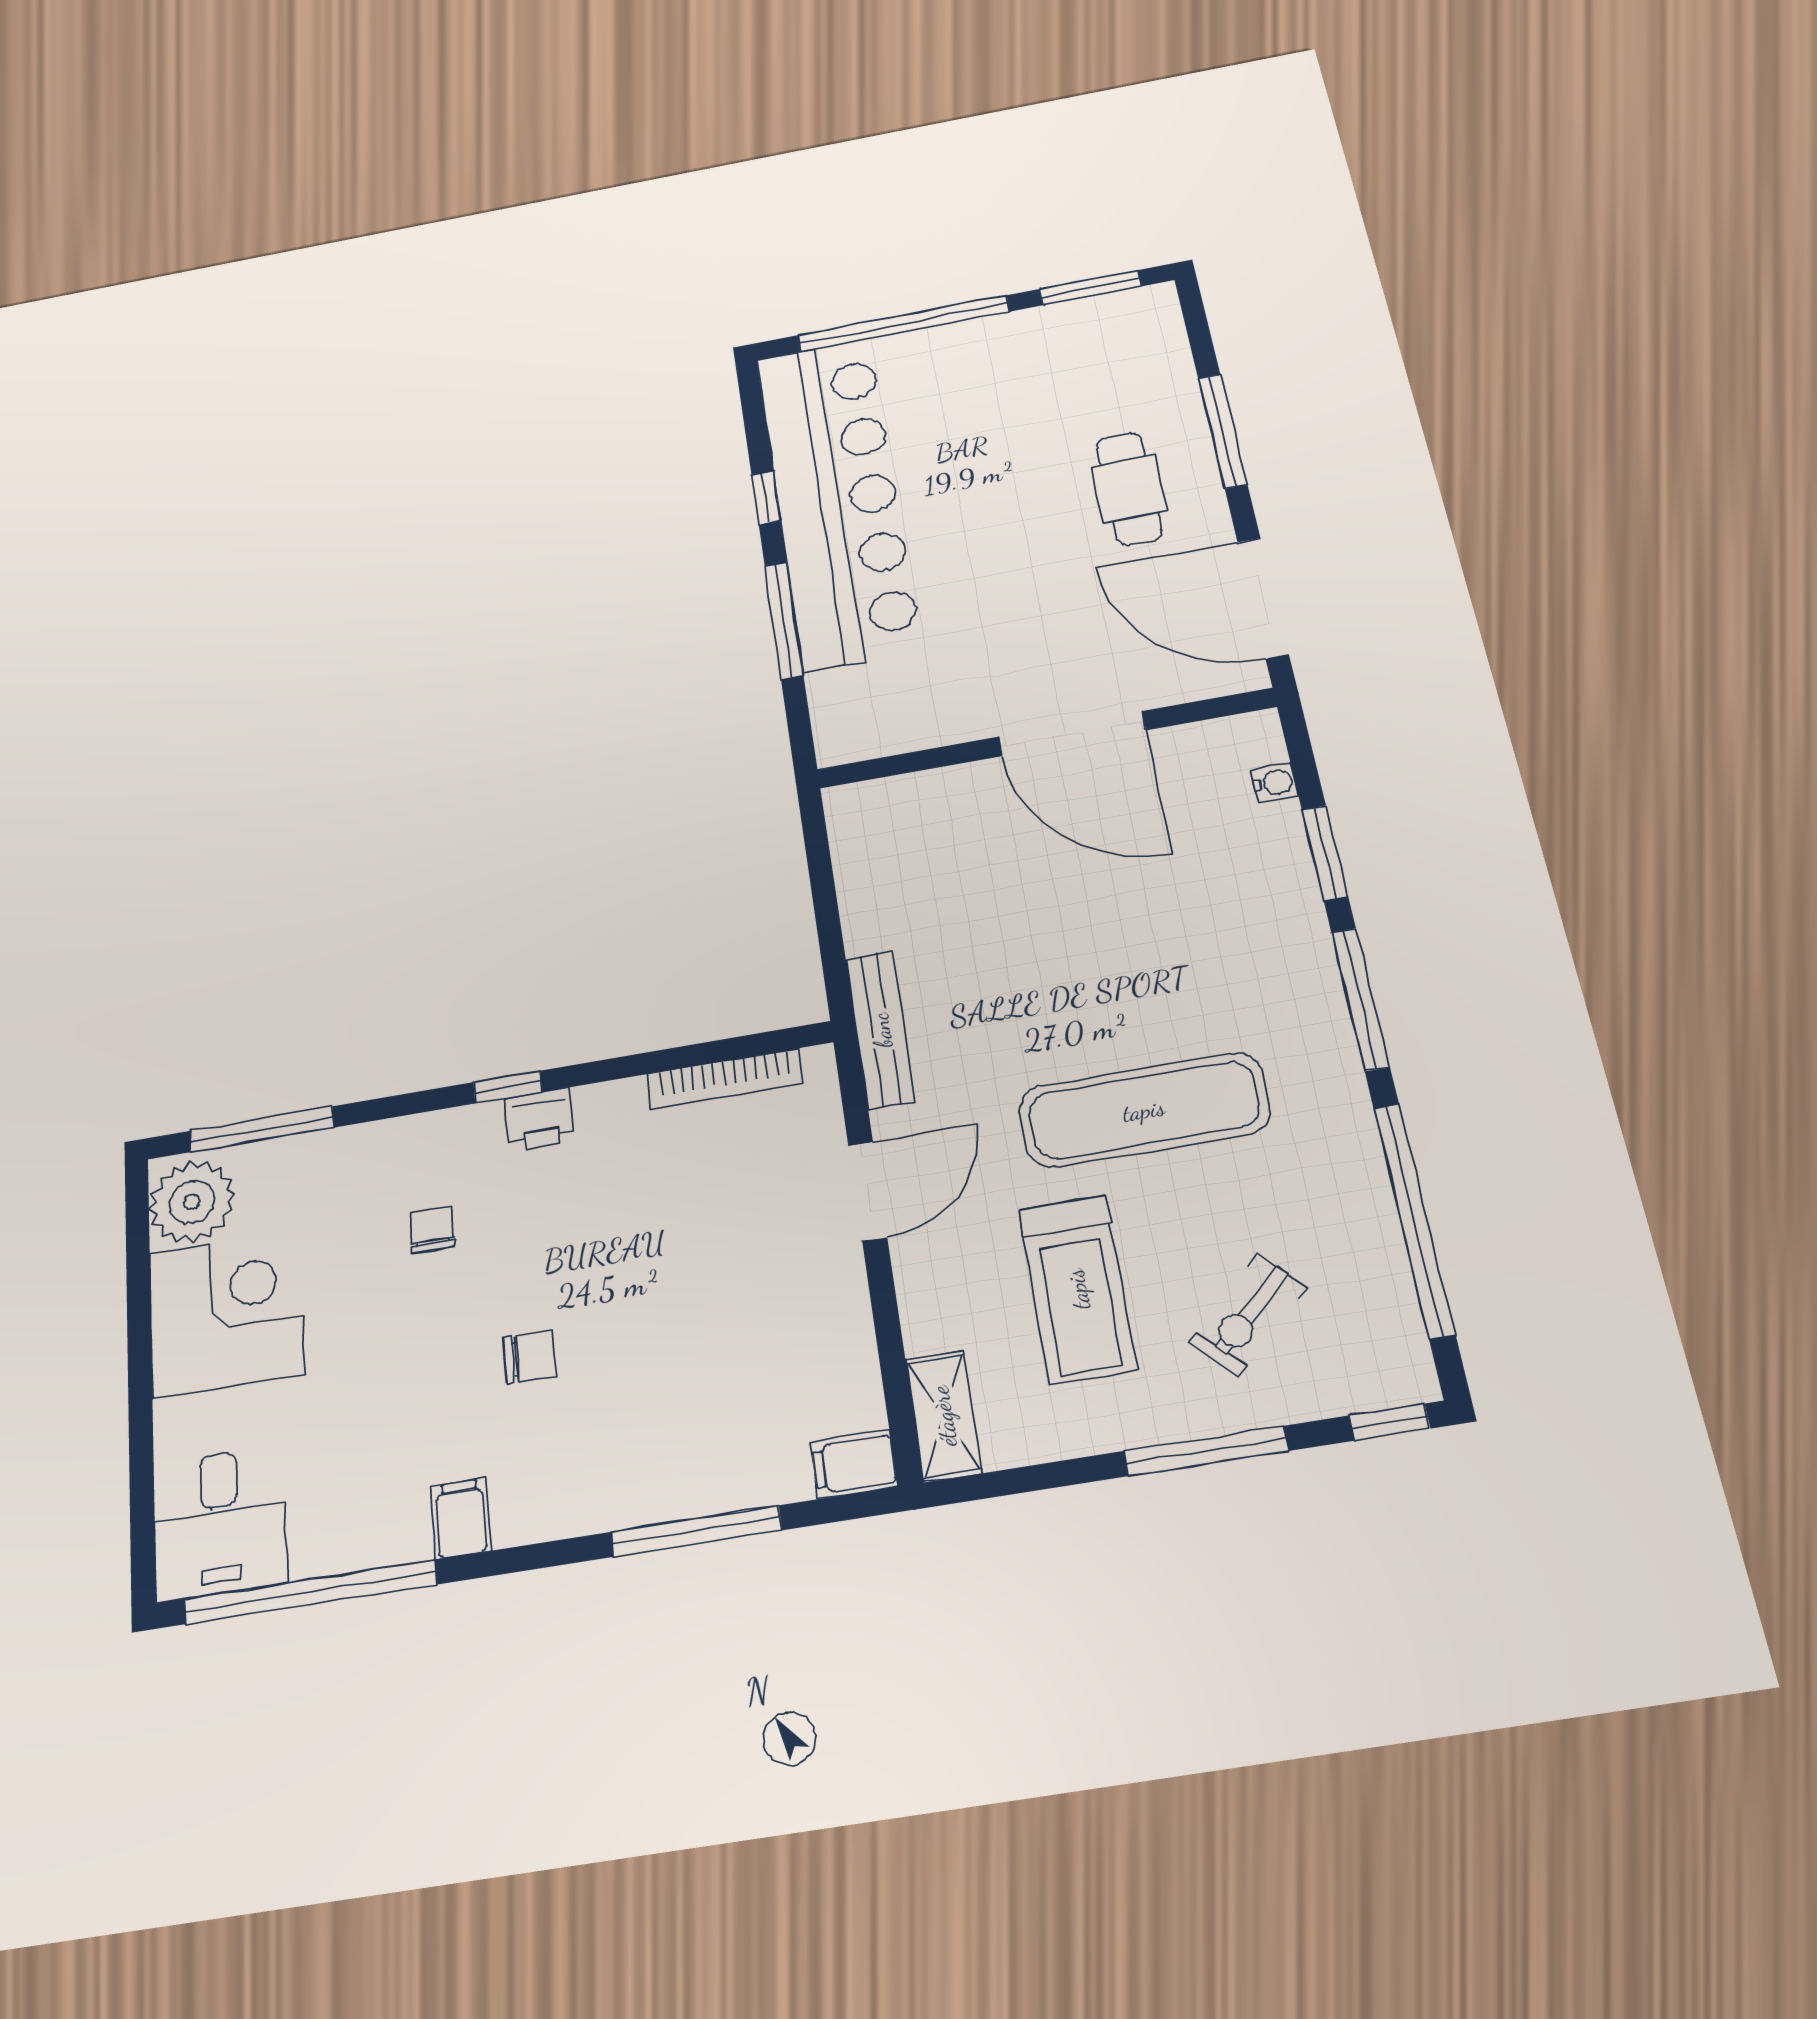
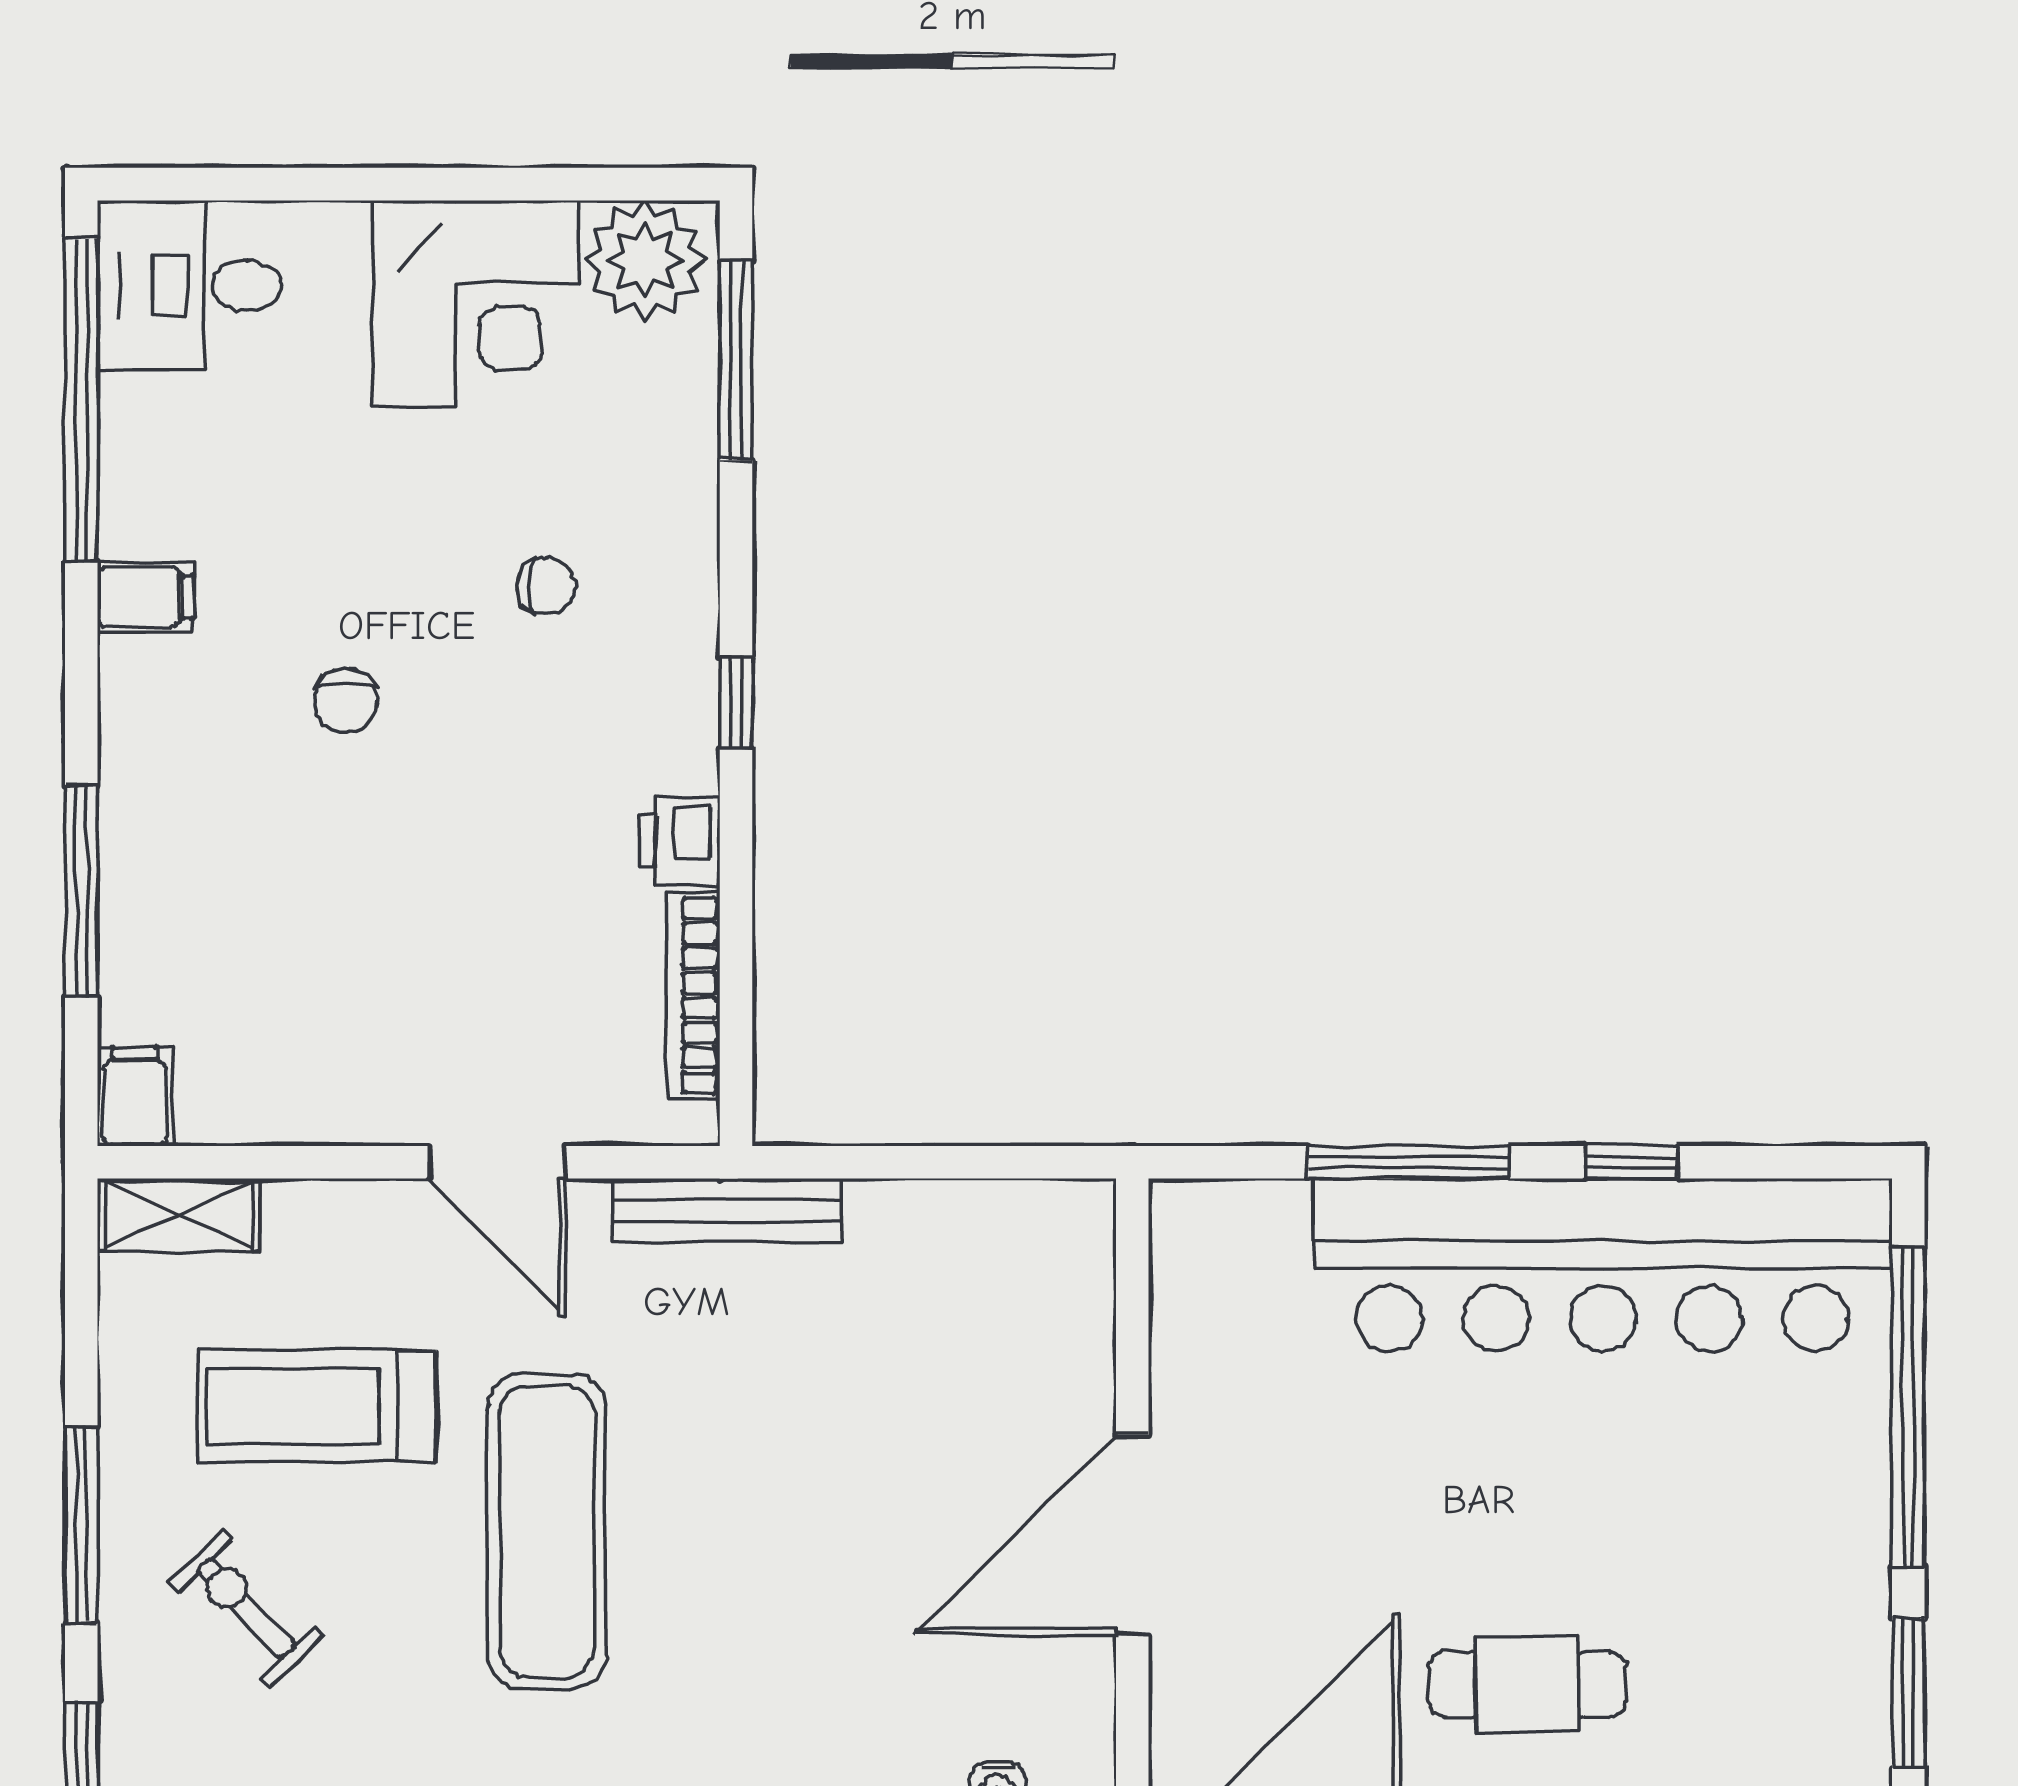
printer: (540, 1120) -> (680, 841), moved

